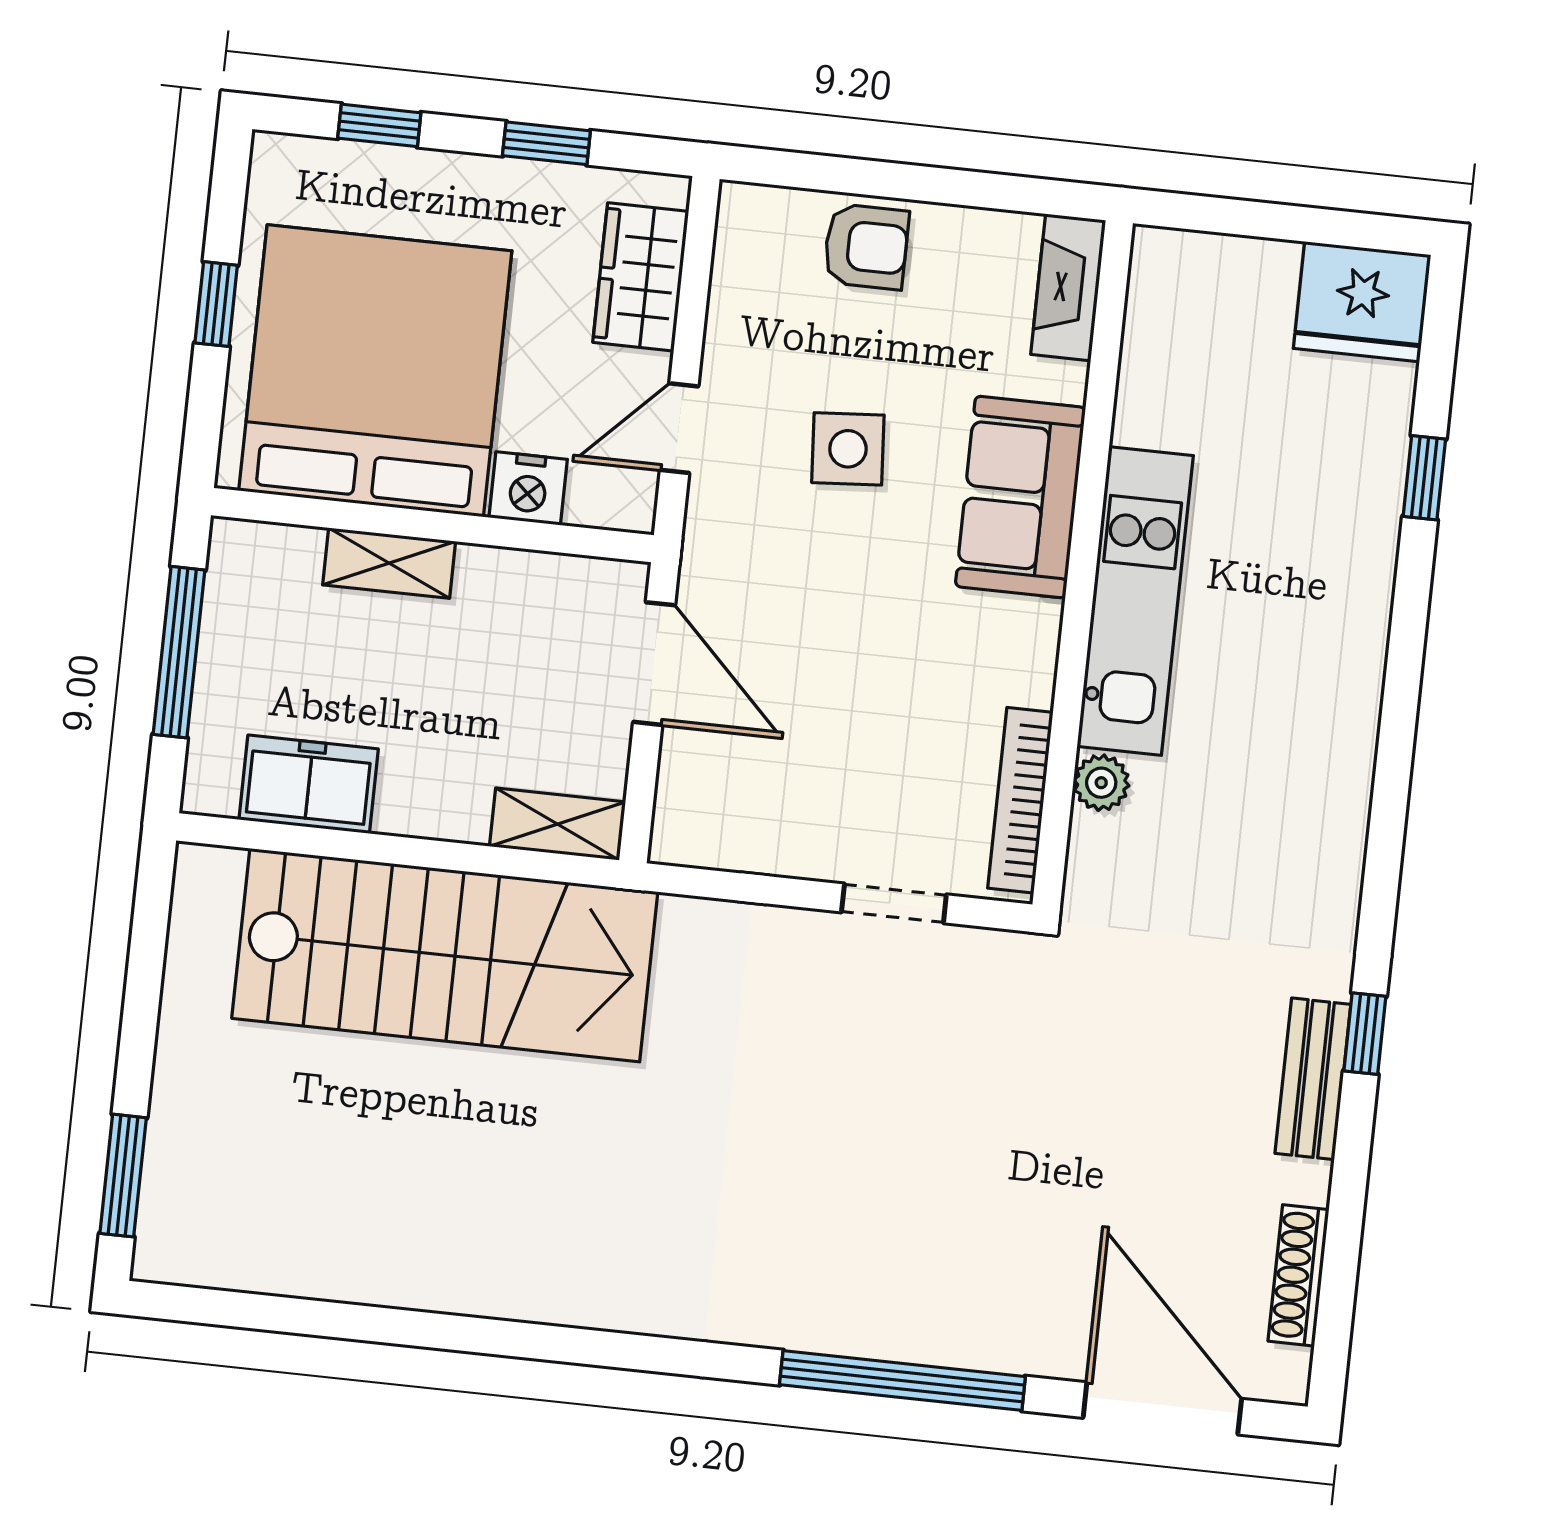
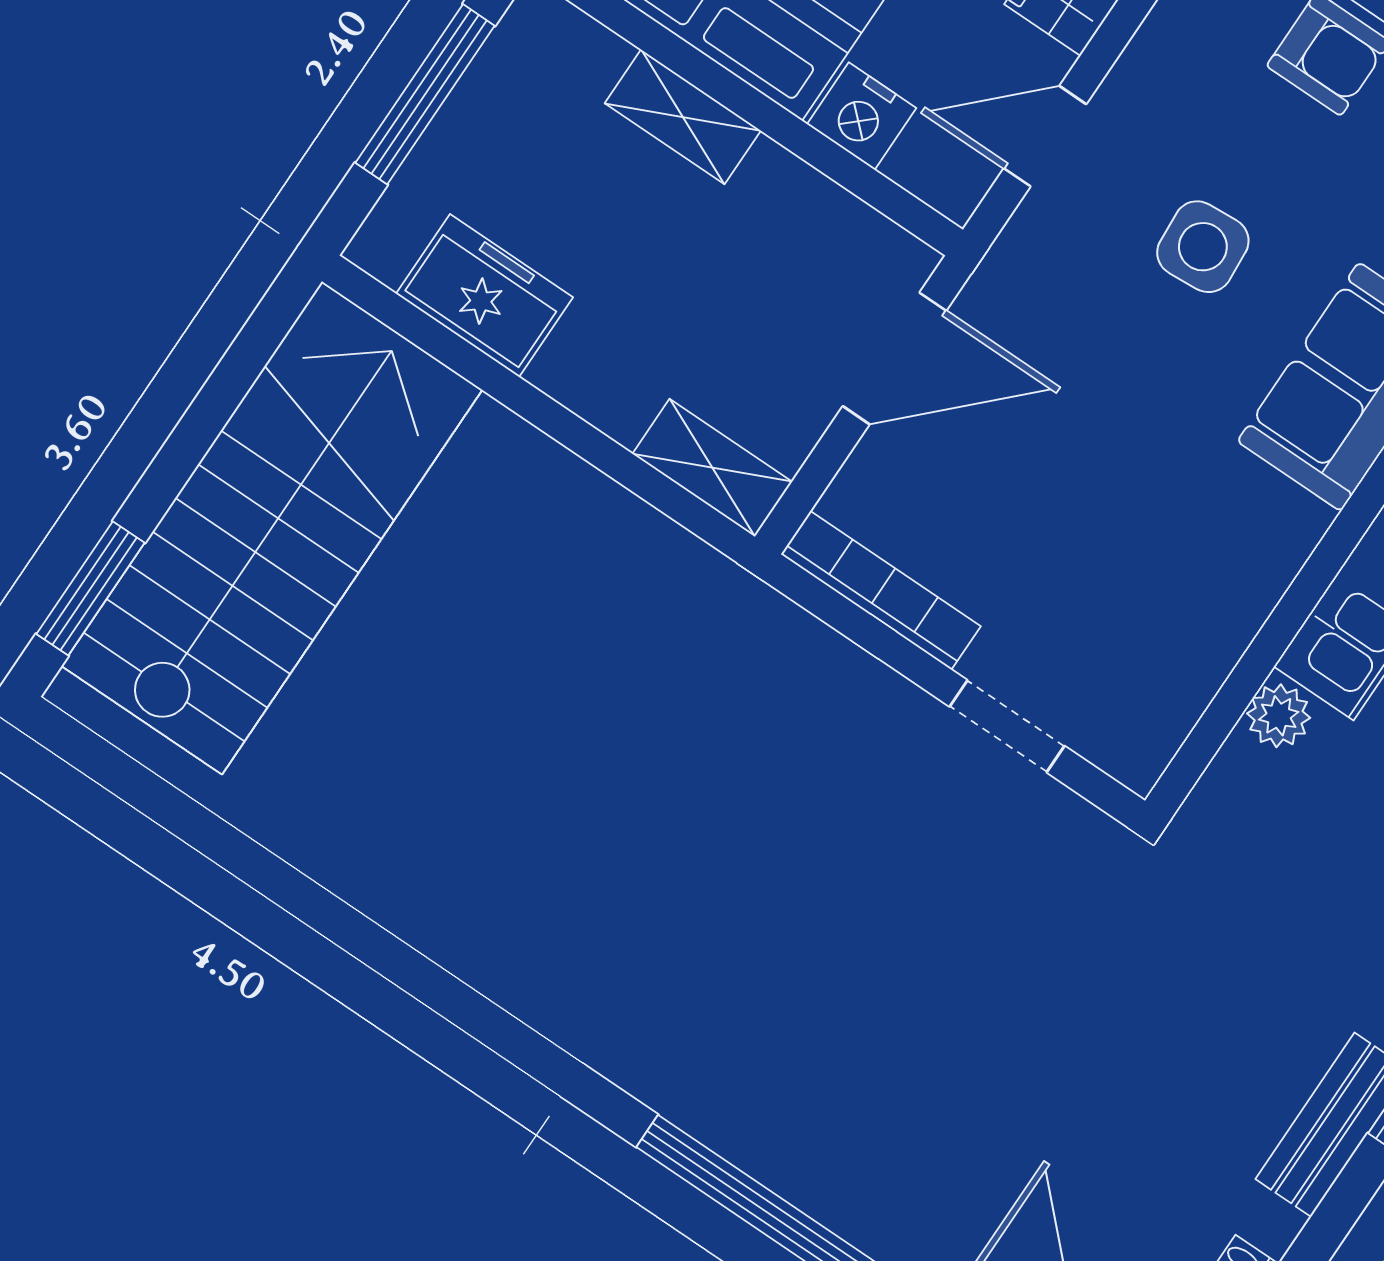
door: (654, 664) -> (894, 358), hinge flipped
bookcase: (1020, 800) -> (881, 590), moved, turned 90
stairs: (445, 955) -> (272, 528), moved, turned -90

